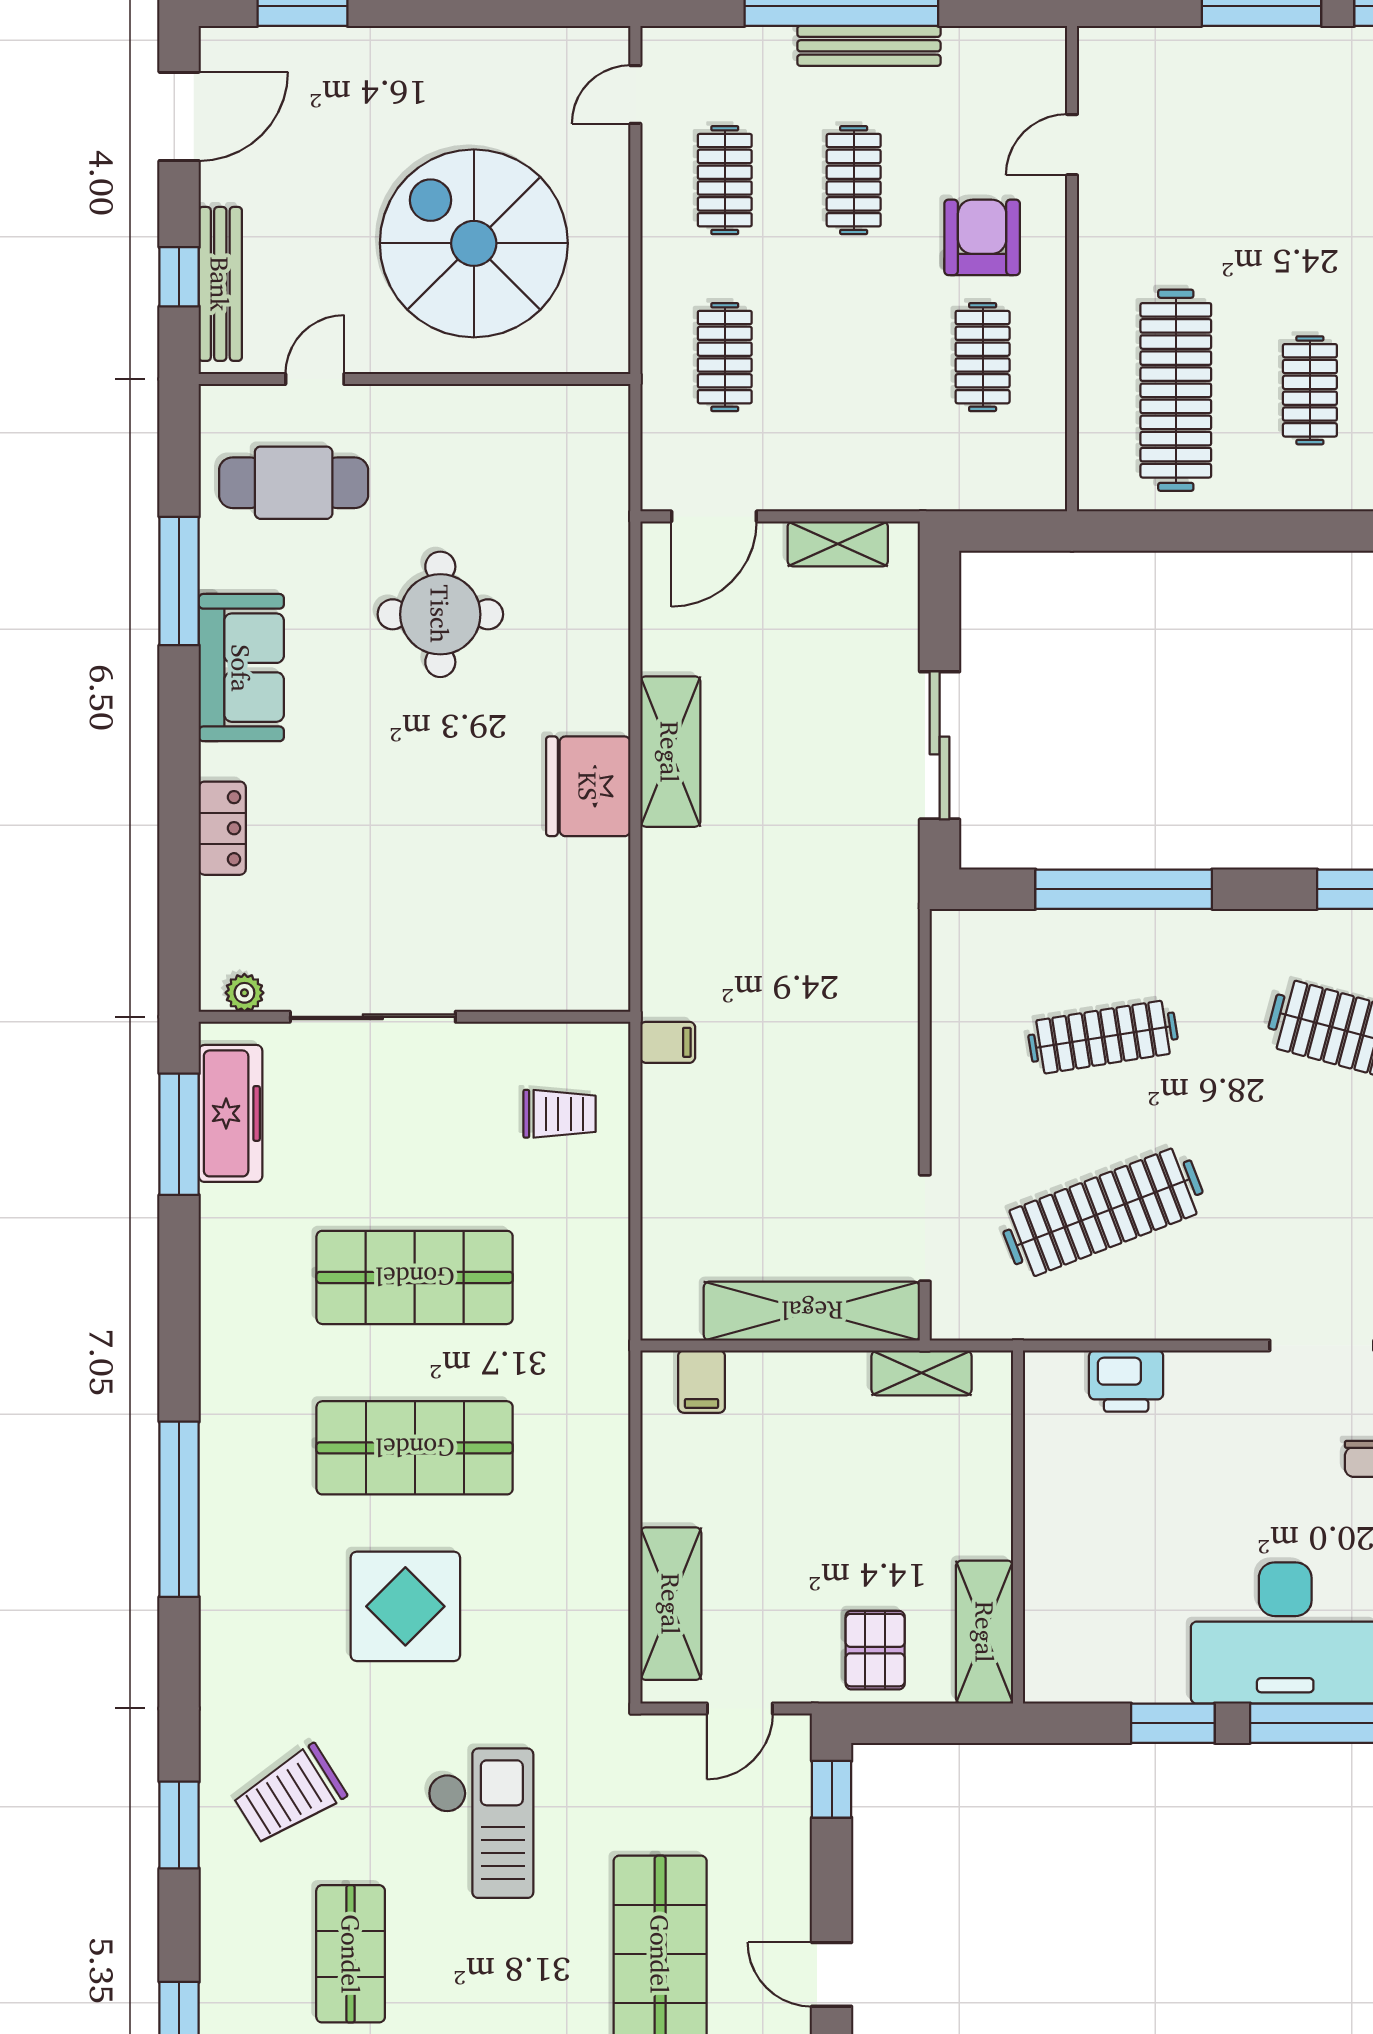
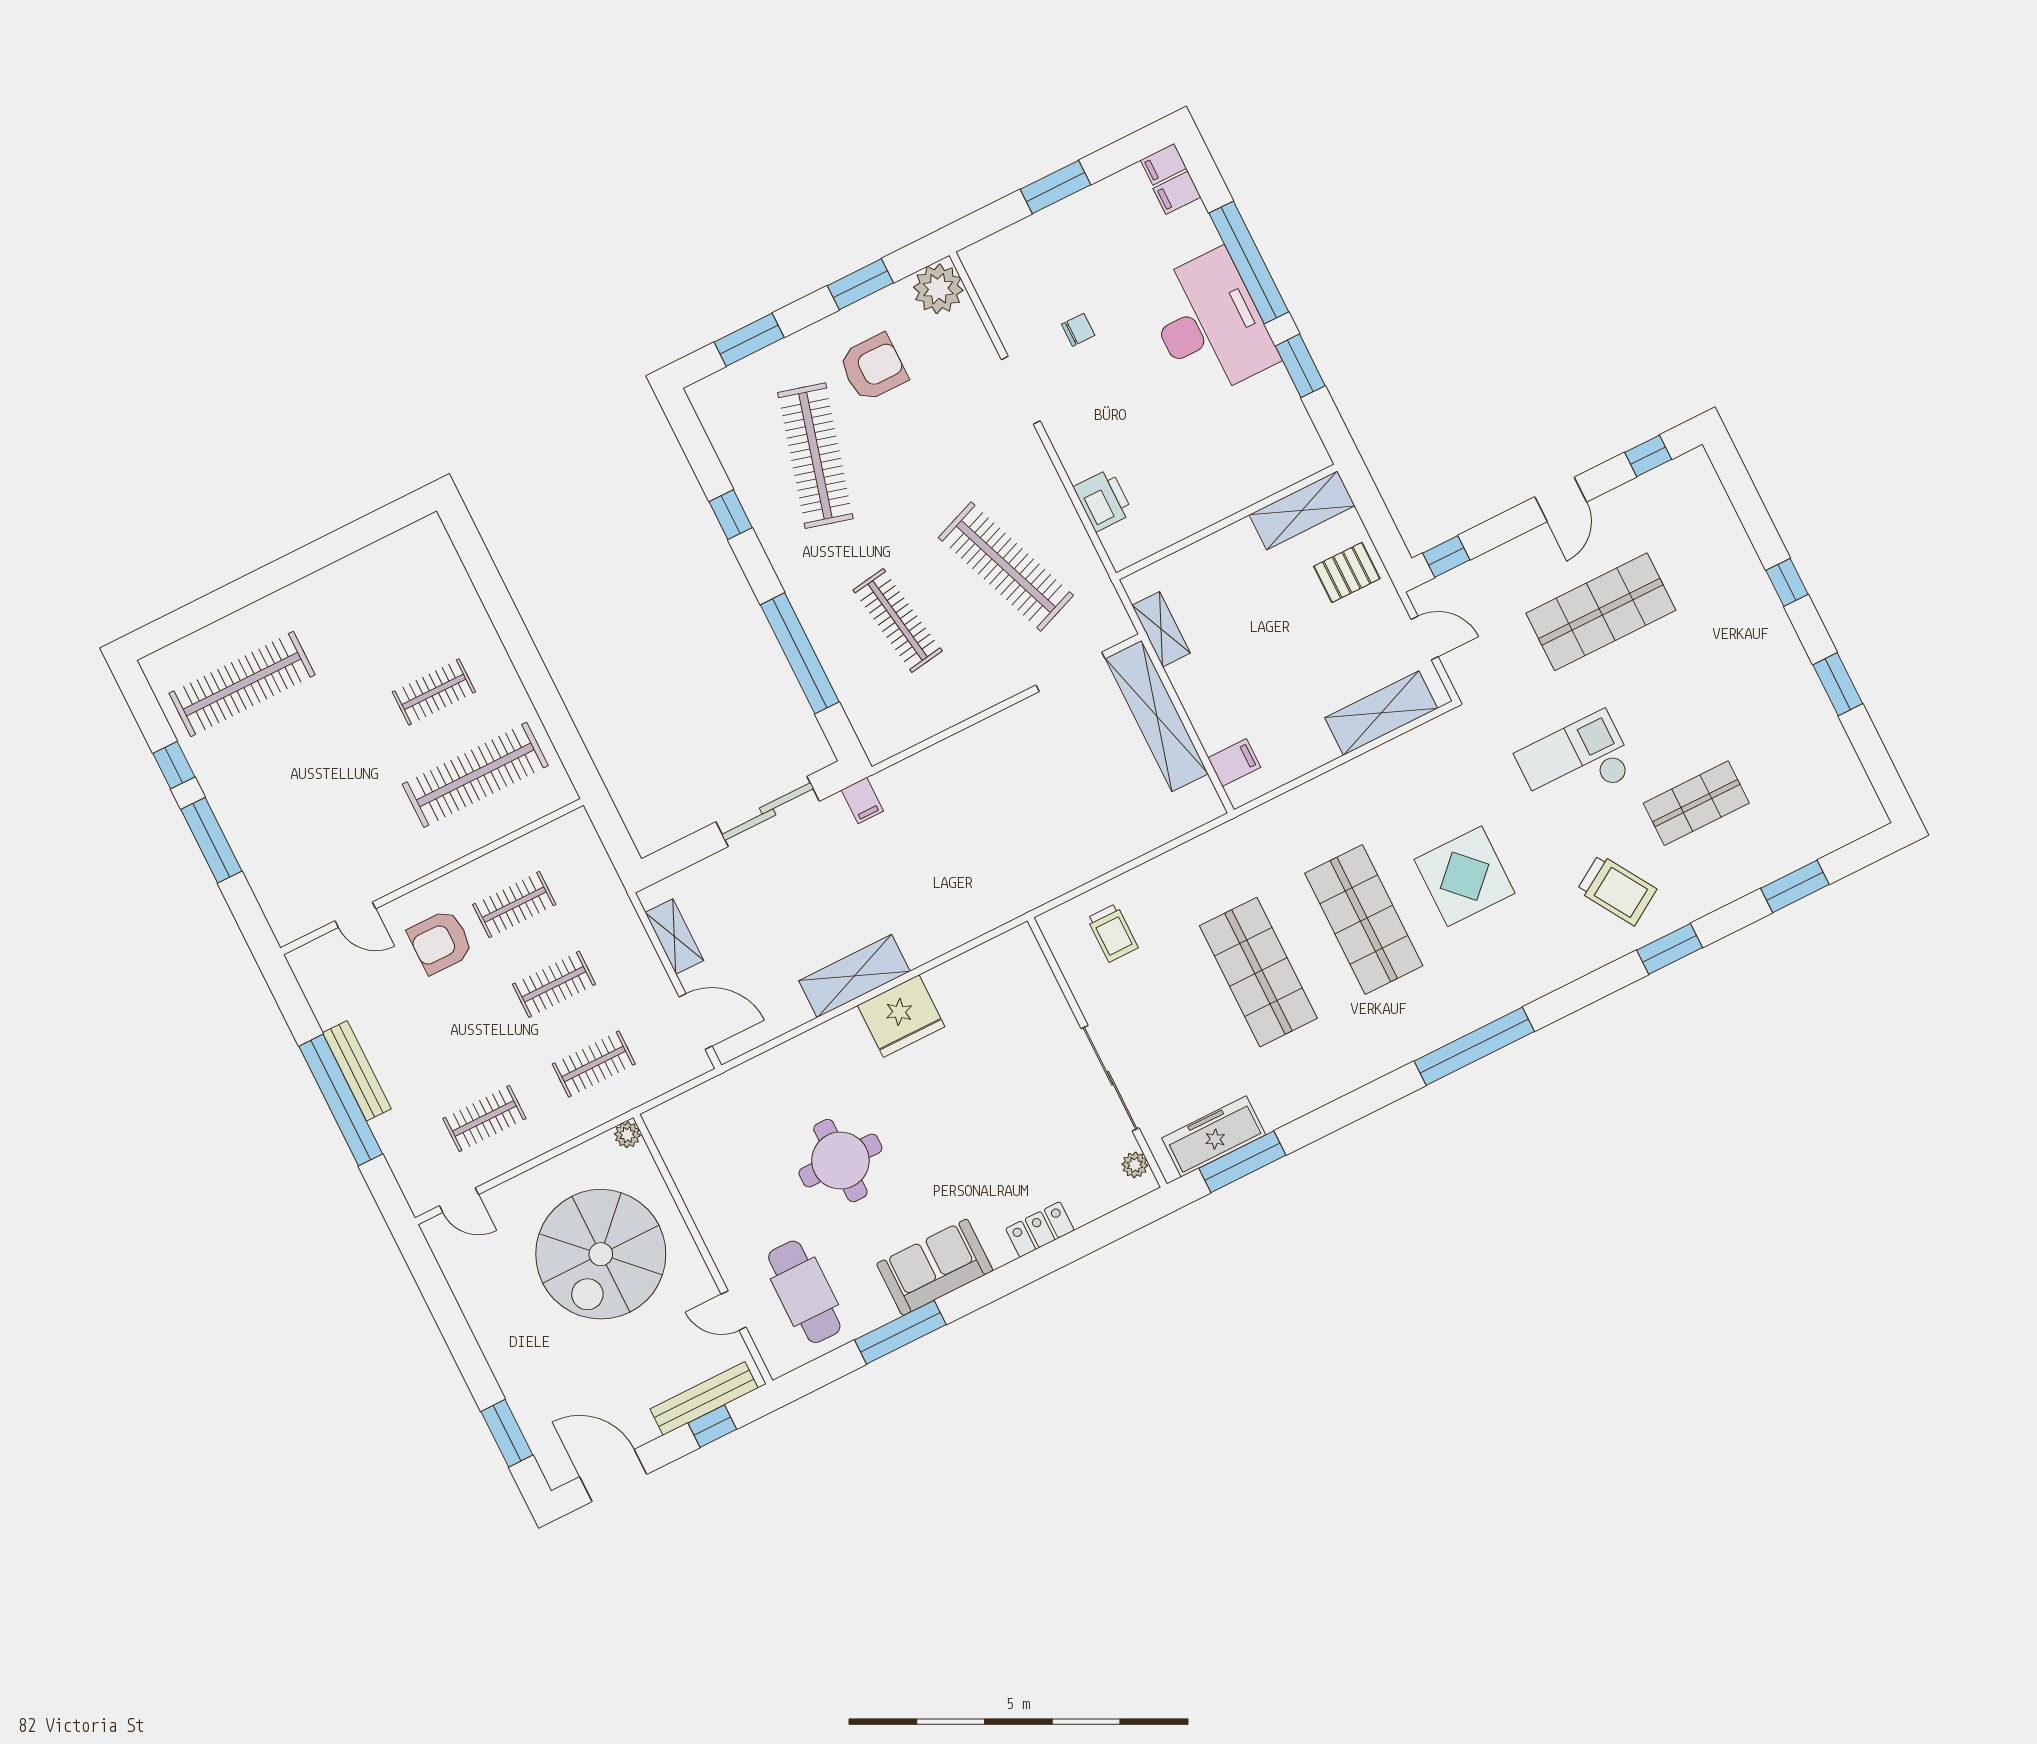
clothes rail: (854, 180) -> (554, 984), moved
plant: (611, 355) -> (627, 1135), added
filing cabinet: (668, 1042) -> (862, 801), moved, turned 180
trolley: (559, 1114) -> (1113, 933), turned 180

